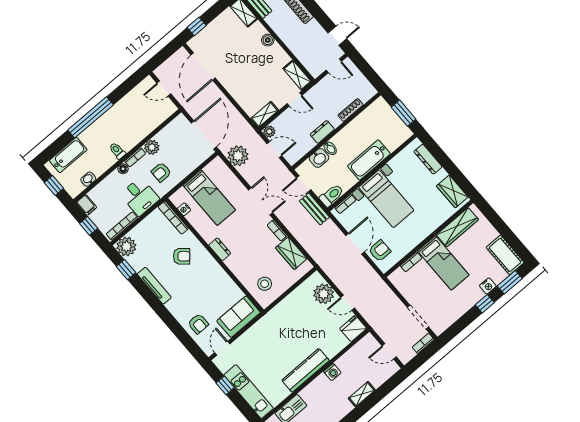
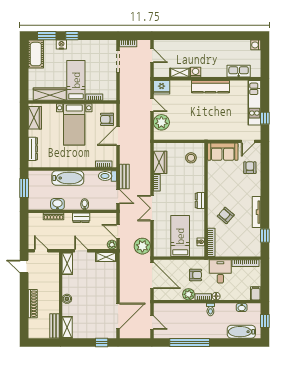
window: (91, 117) -> (190, 343), moved
door: (204, 135) -> (152, 275), swing flipped
washbasin: (319, 158) -> (57, 204), moved
bed with nightstands: (386, 199) -> (74, 124), moved, turned 180
window: (89, 226) -> (265, 280), removed
plant: (126, 247) -> (253, 249), removed
shelving: (362, 394) -> (180, 73), moved

